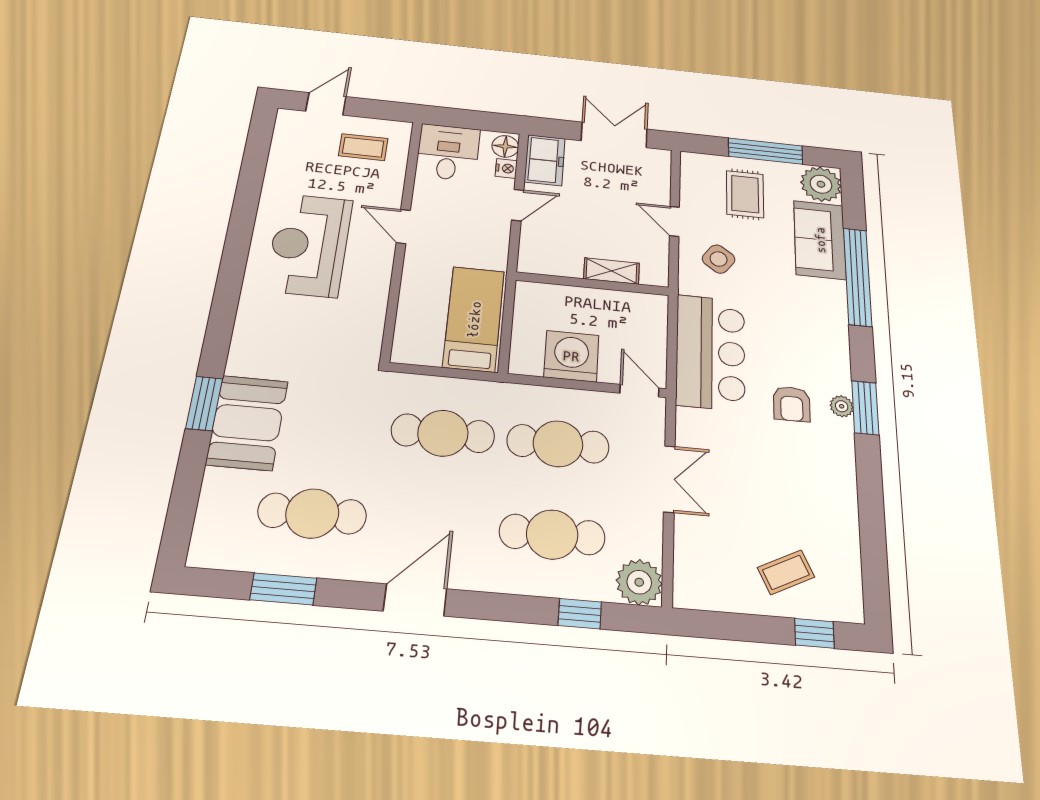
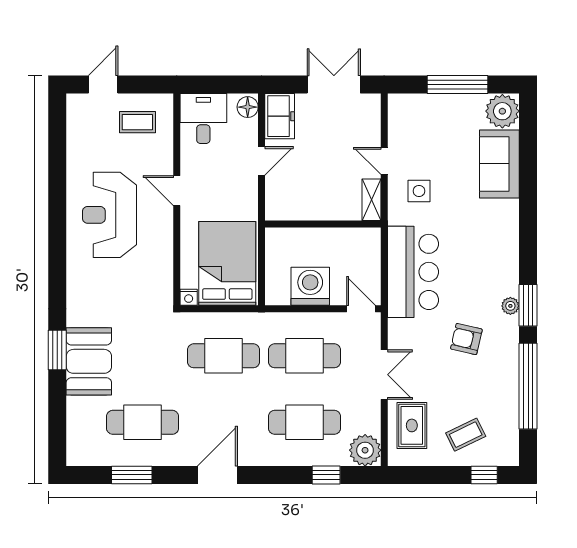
nightstand: (506, 168) -> (189, 297), moved, turned 90
rug: (745, 194) -> (412, 425), moved
side table: (719, 259) -> (419, 191), turned -36
shelving: (611, 271) -> (371, 200), moved, turned 90
window: (858, 277) -> (528, 386), moved
bed: (474, 319) -> (227, 263), width x1.50
armchair: (792, 404) -> (466, 339), moved, turned 103

